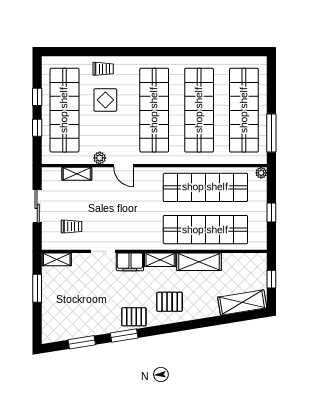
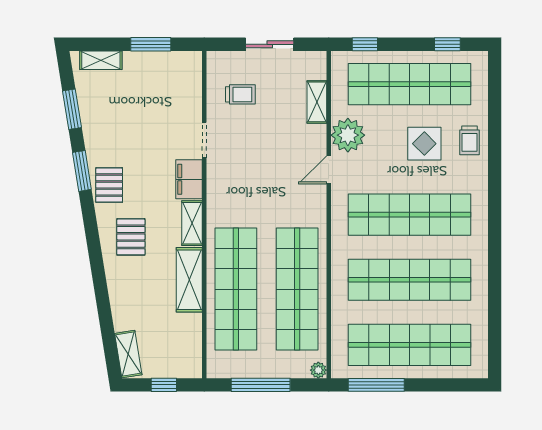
window: (37, 97) -> (447, 44), moved
window: (37, 128) -> (365, 44), moved
plant: (100, 158) -> (348, 135), width x1.88, depth x1.88
window: (271, 212) -> (261, 385), width x2.17
trolley: (72, 226) -> (240, 94), turned -90
shelving: (57, 259) -> (101, 60), moved, turned 90
shelving: (242, 303) -> (128, 354), width x0.67, depth x0.75

